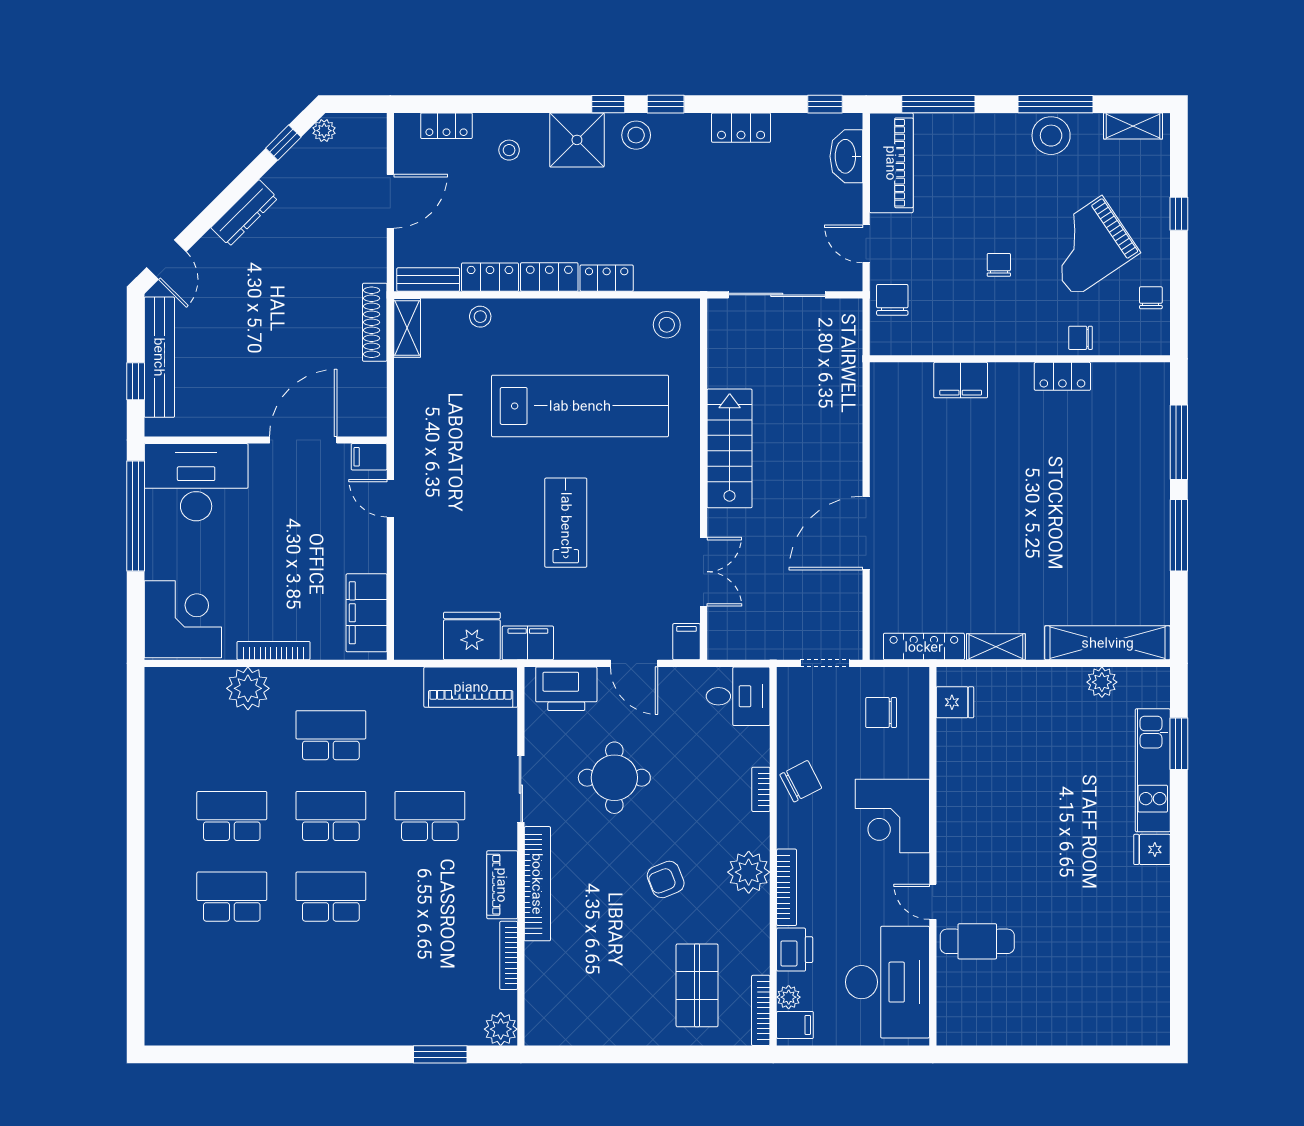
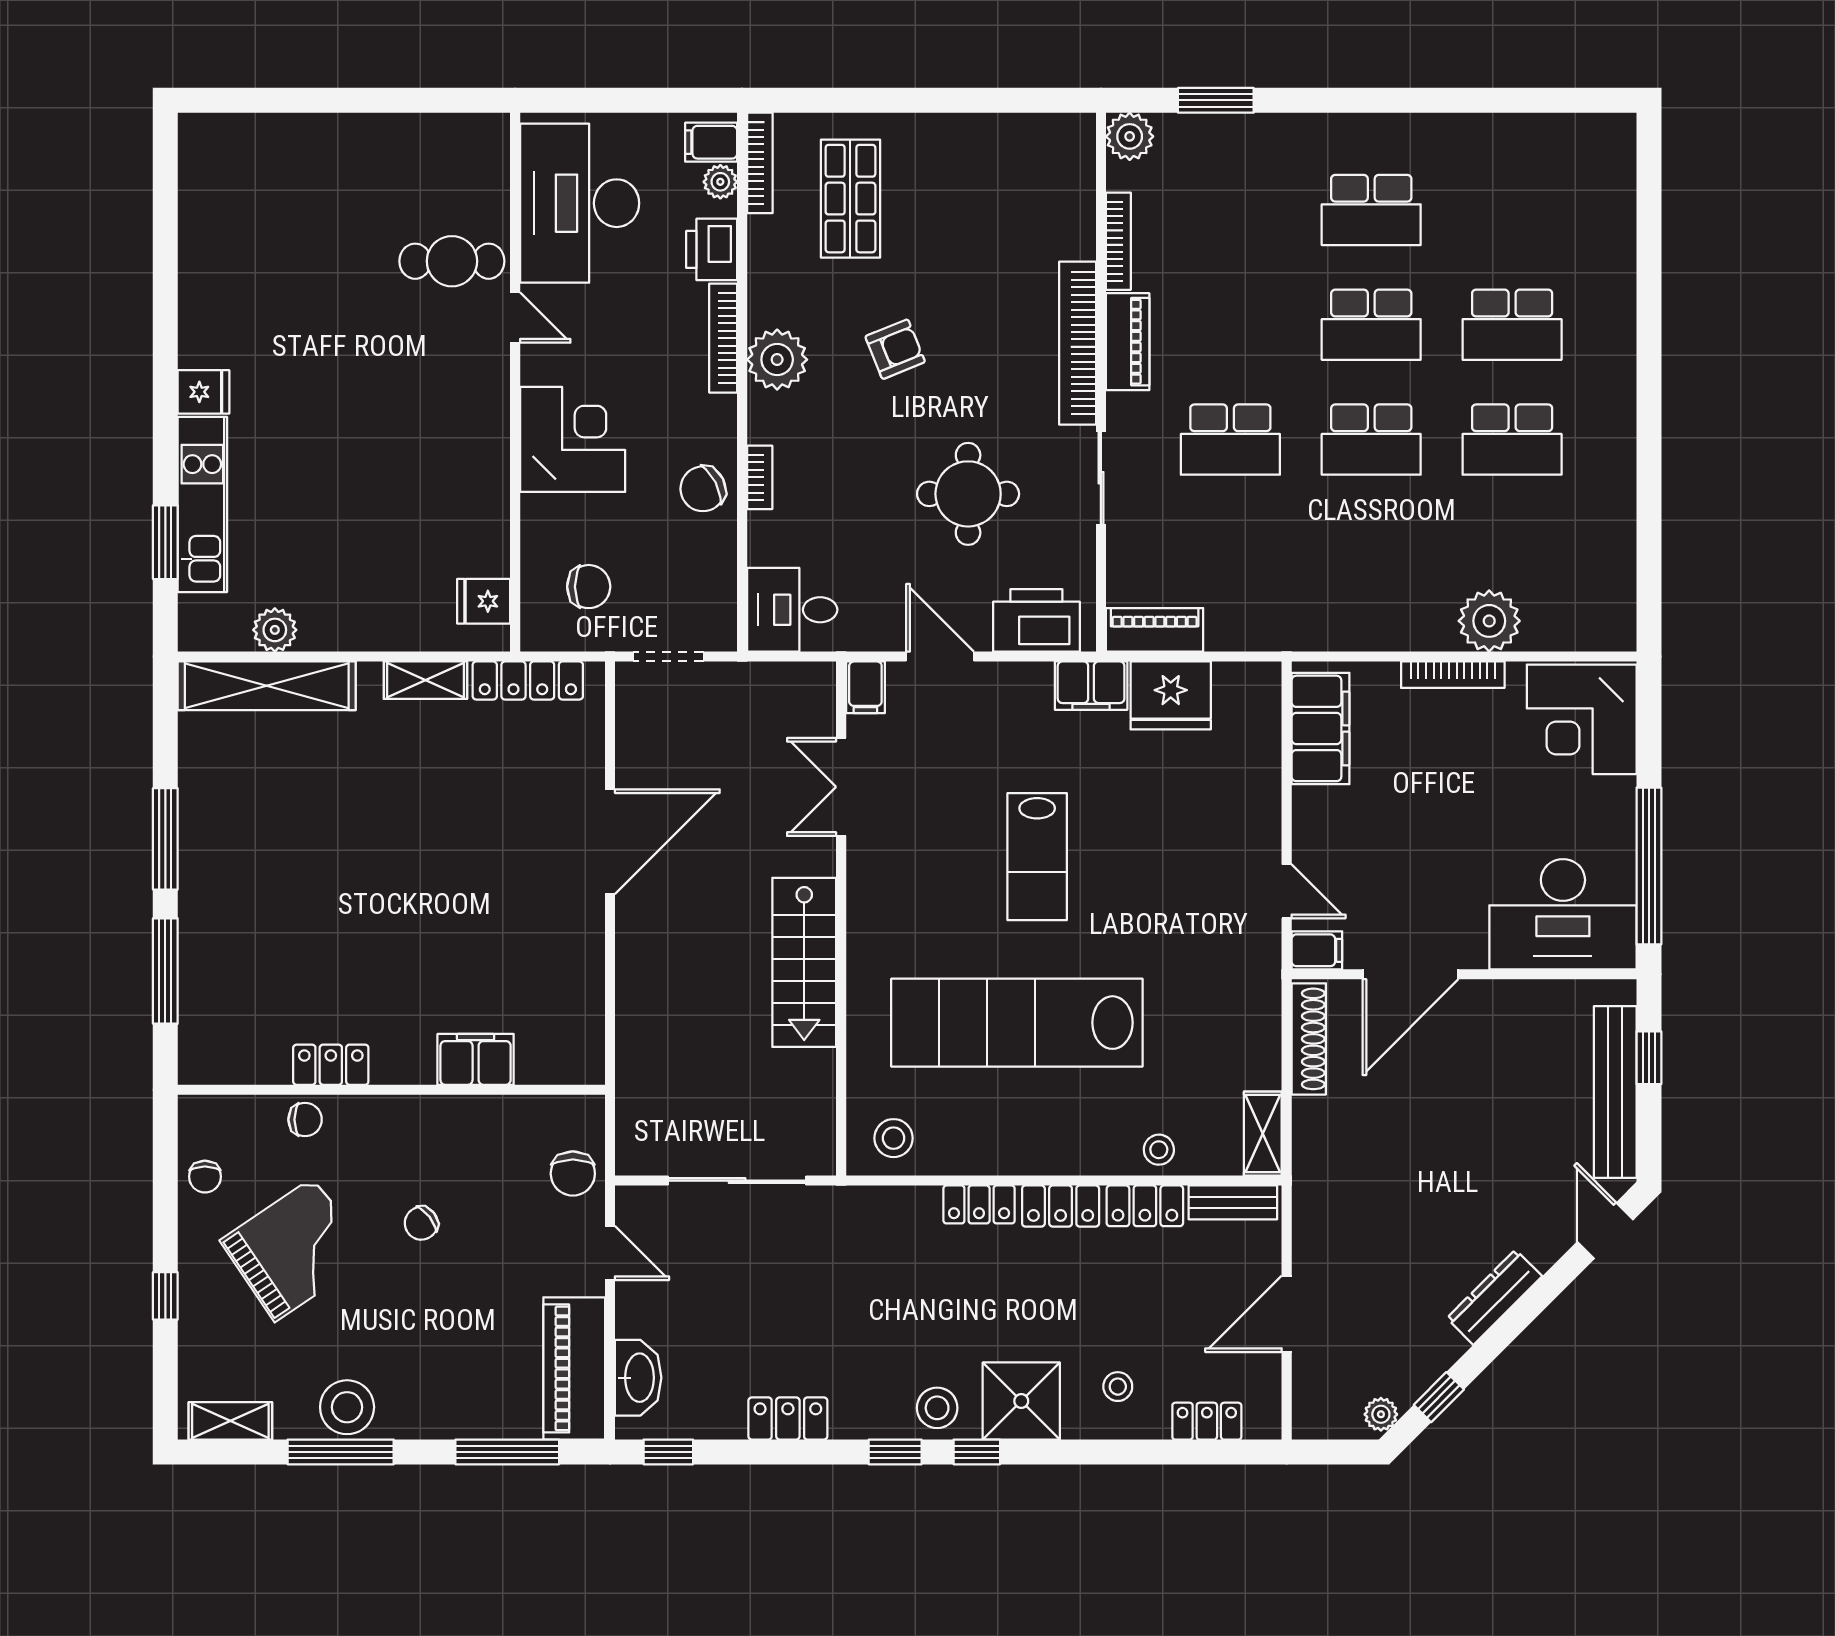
chair: (999, 265) -> (421, 1223), turned 52
shoe rack: (375, 322) -> (1309, 1039), moved
piano: (471, 687) -> (1155, 630), width x0.73, depth x0.75
school desk: (331, 735) -> (1371, 210), moved

